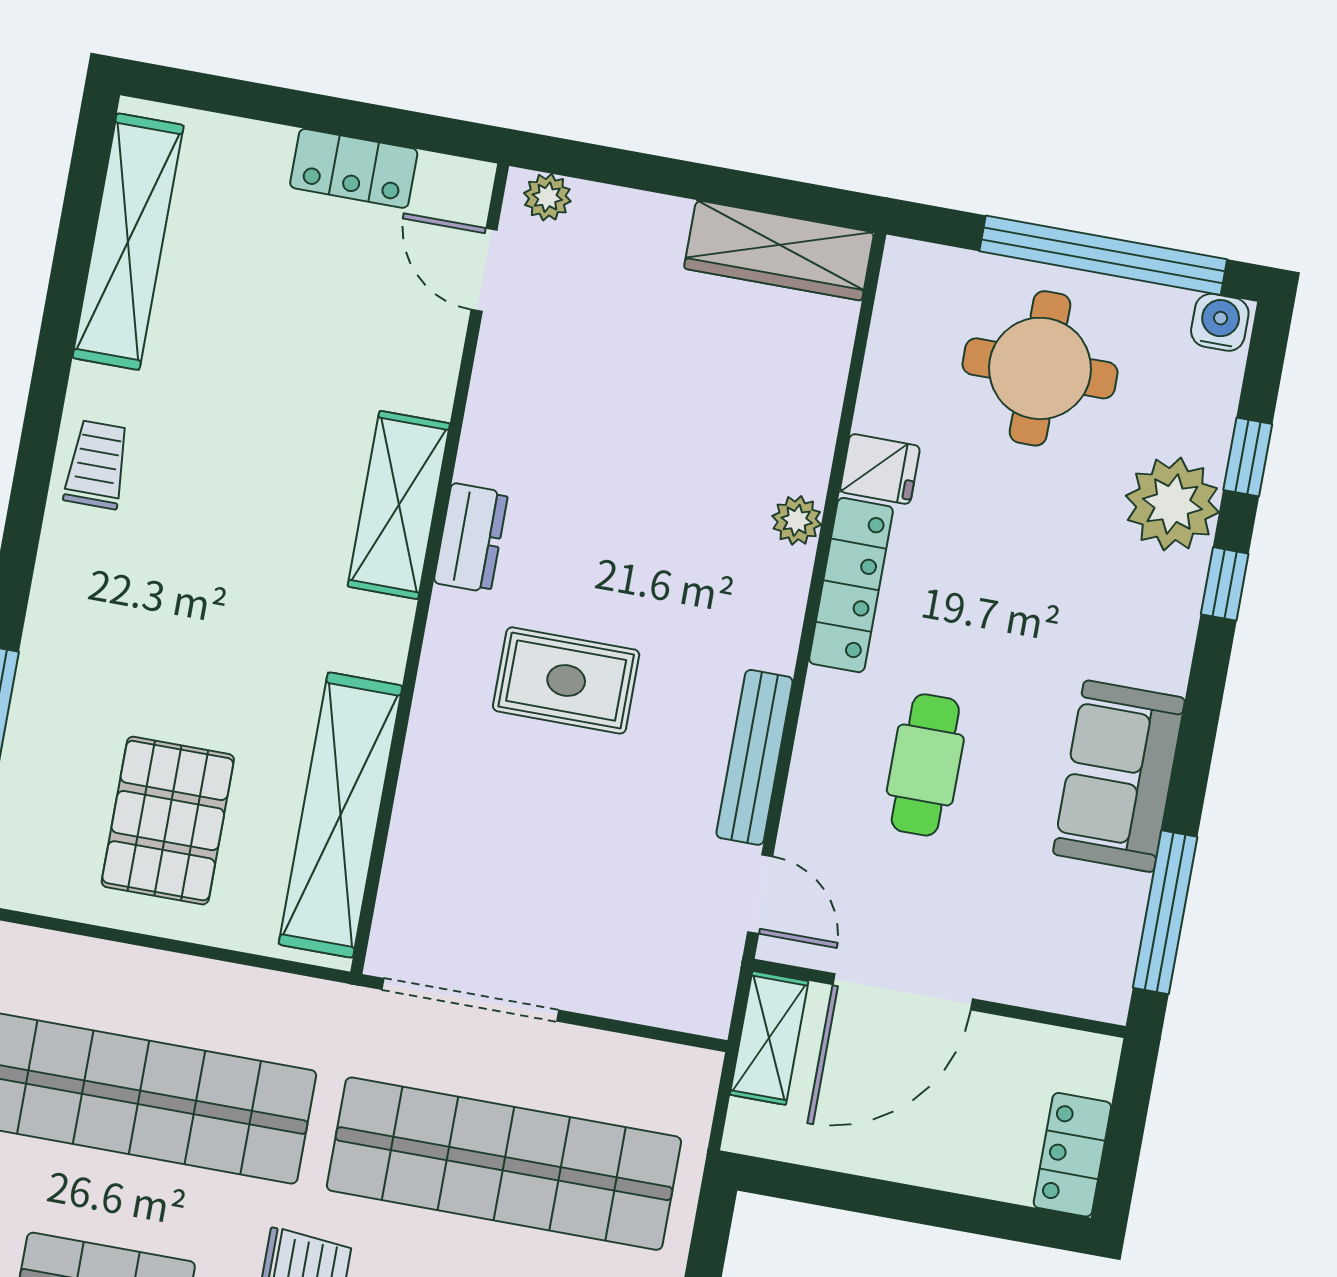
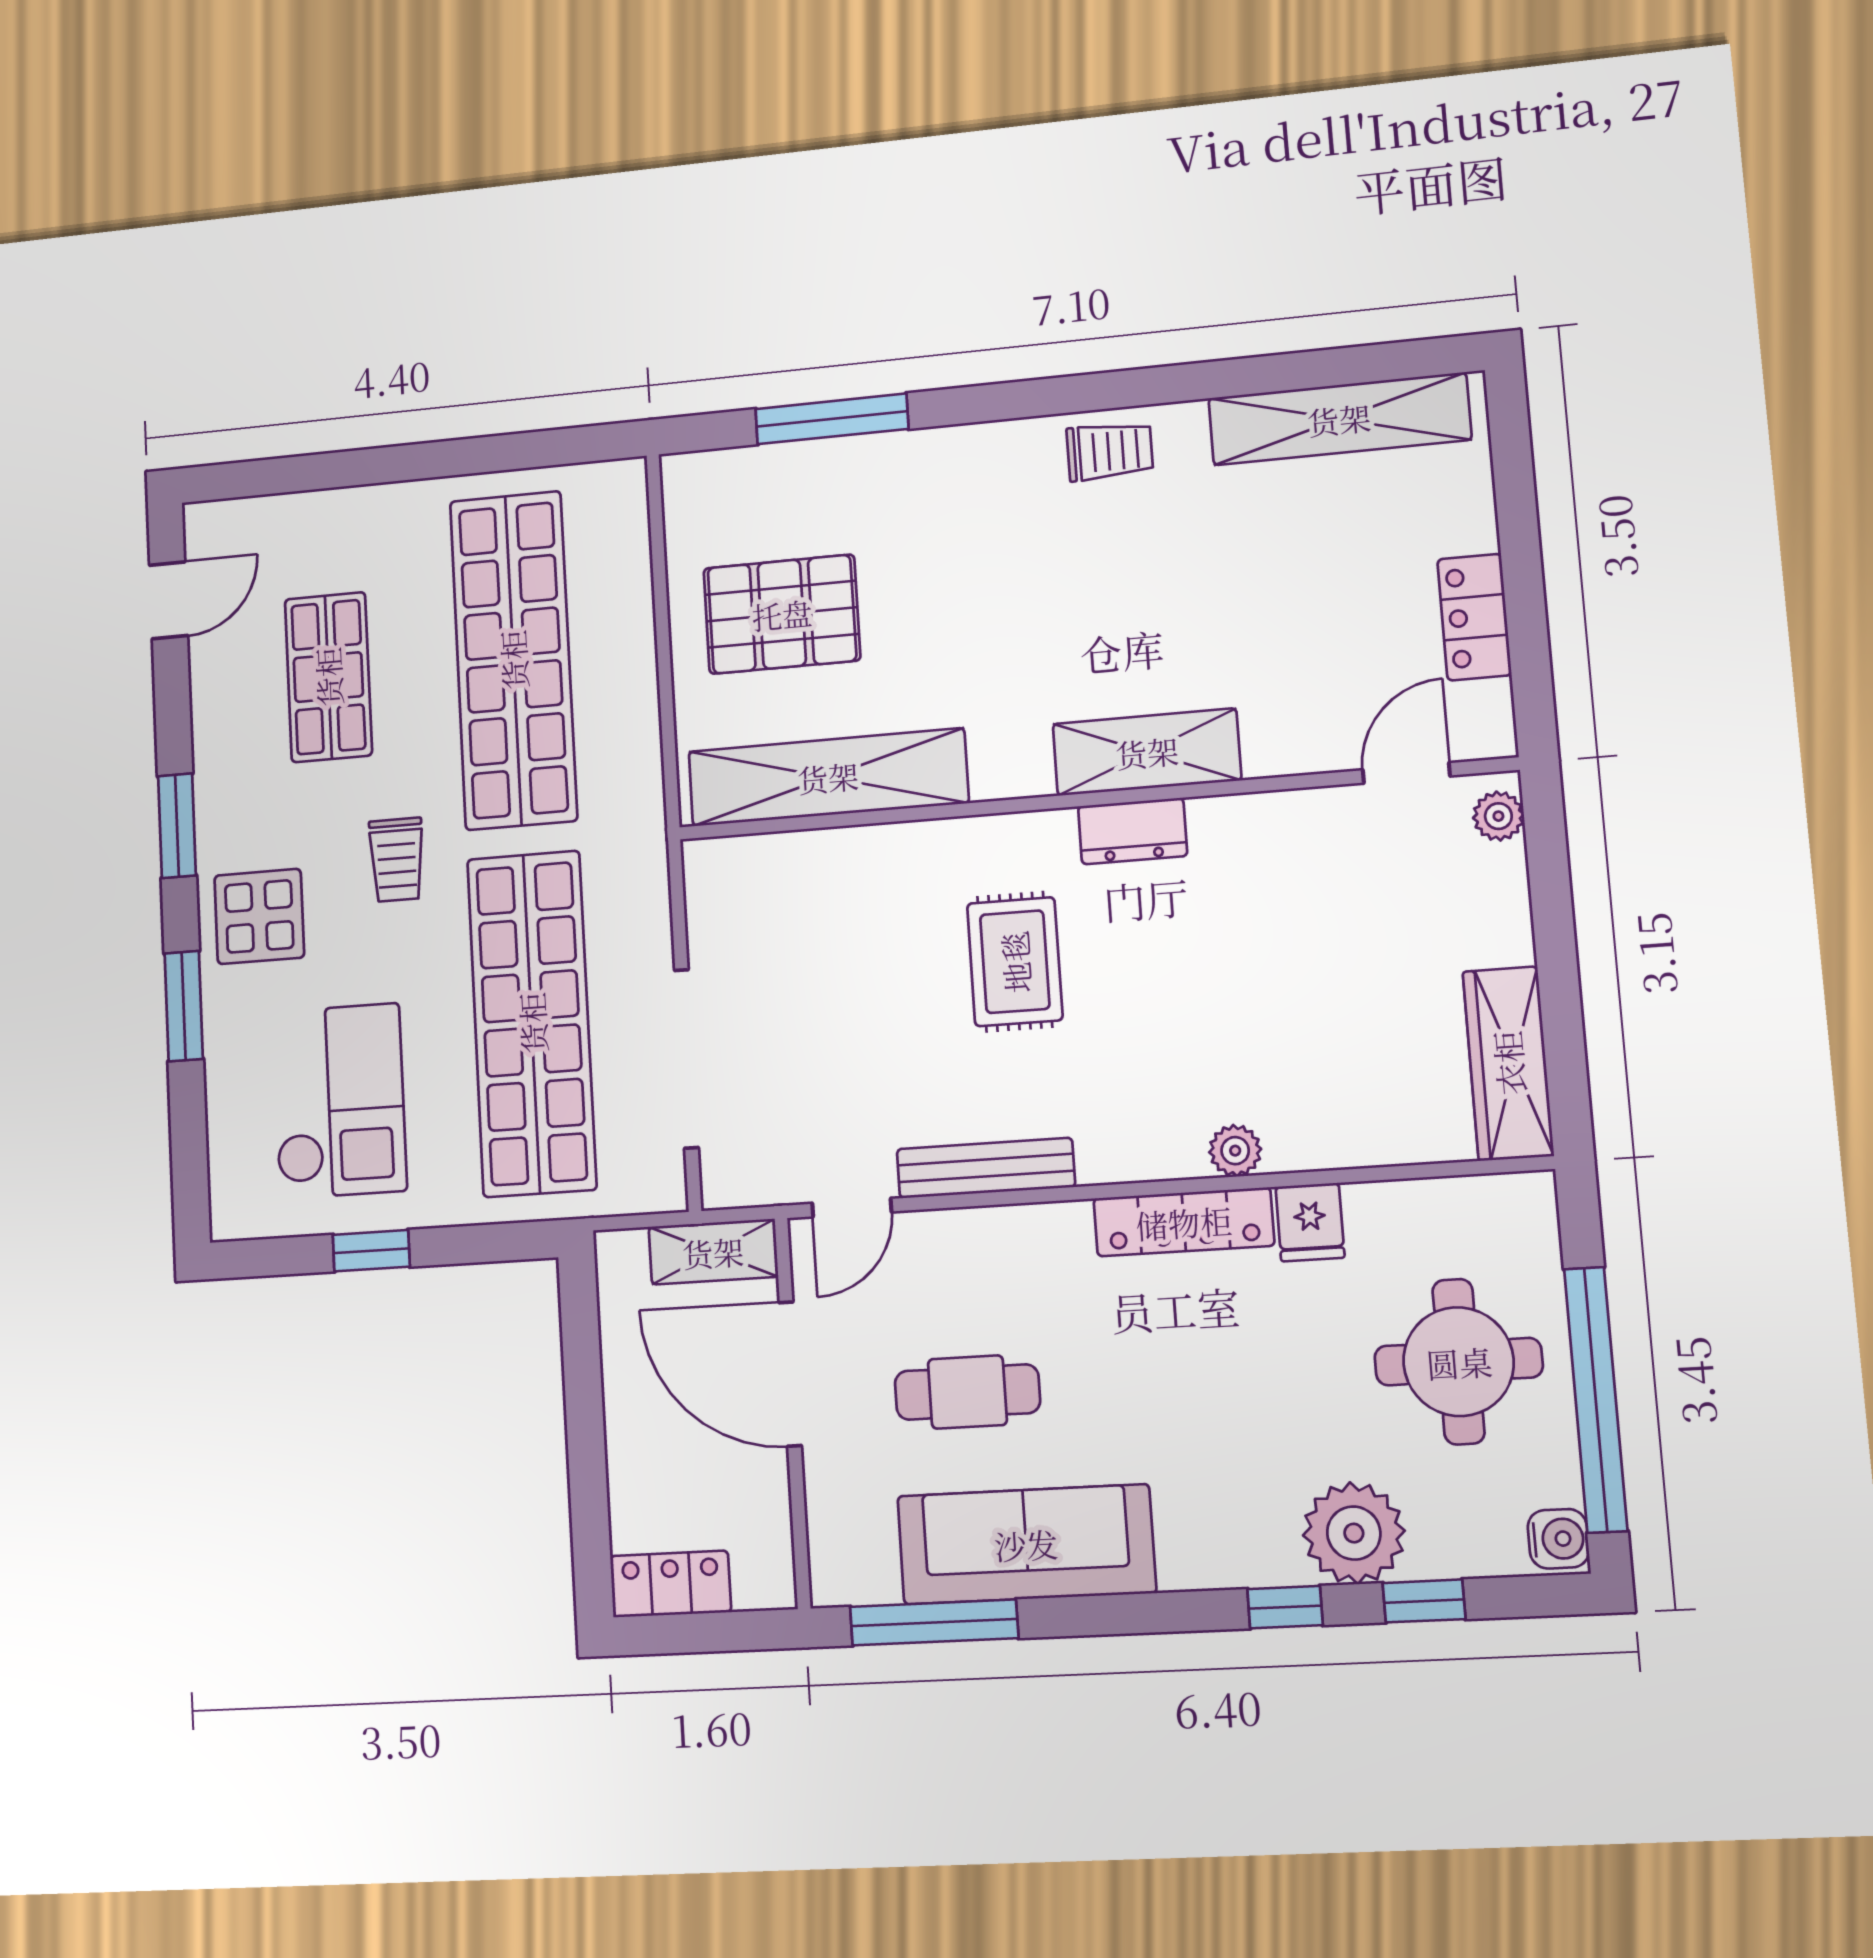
cafe table: (925, 765) -> (967, 1392), moved
sofa: (1119, 776) -> (1026, 1544), width x1.36
doorway: (470, 1000) -> (686, 1059), moved

